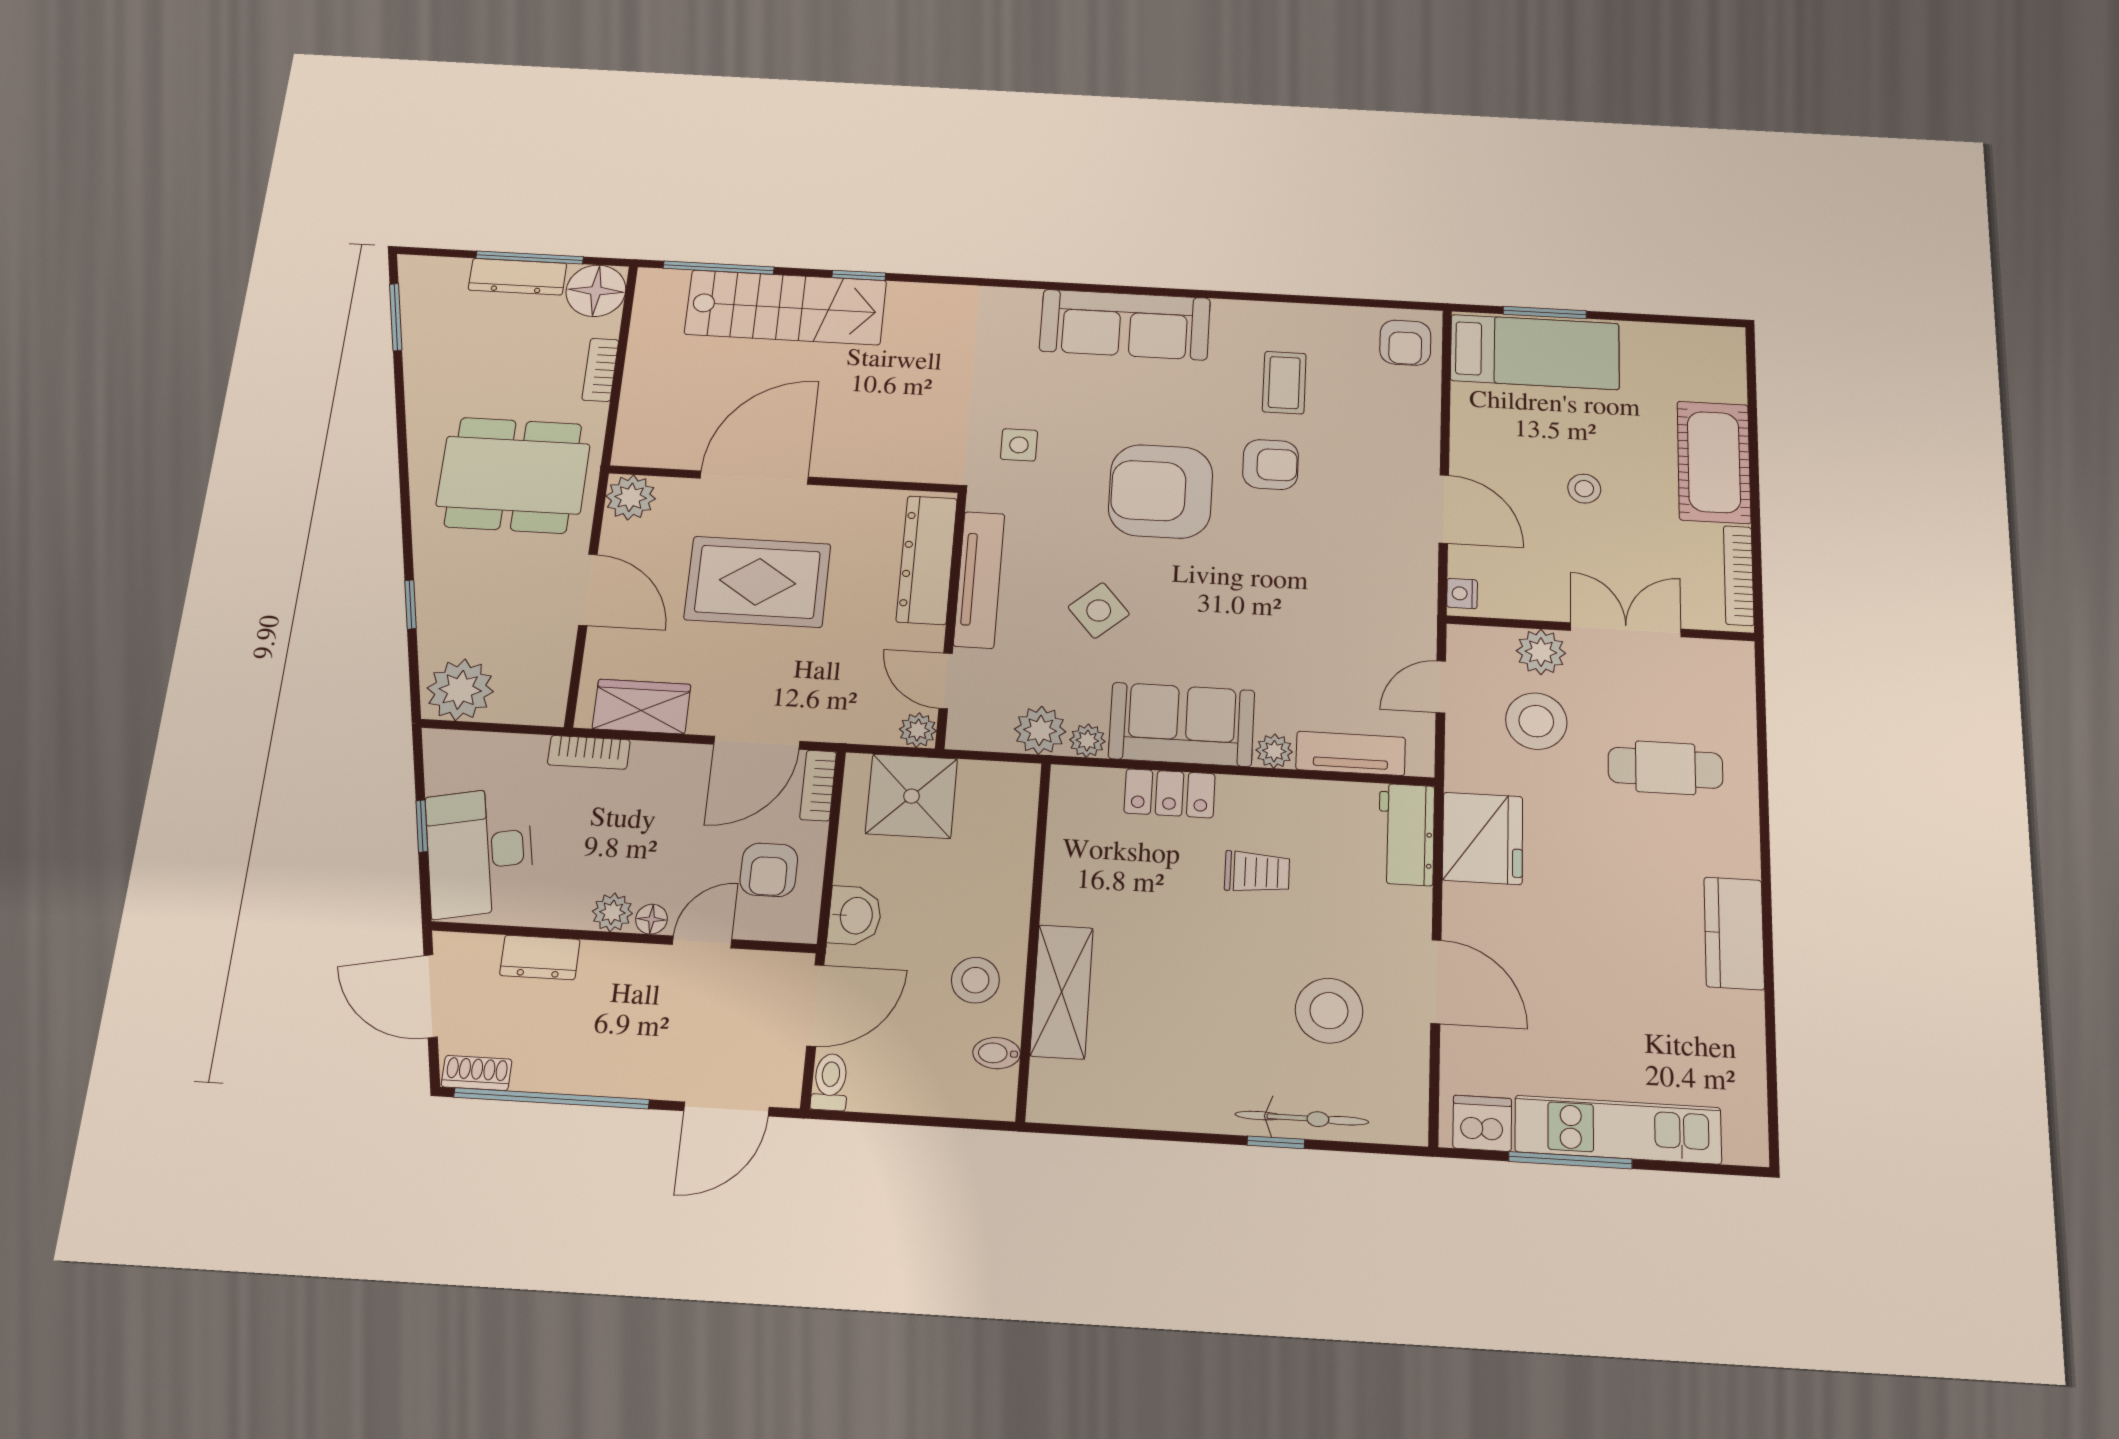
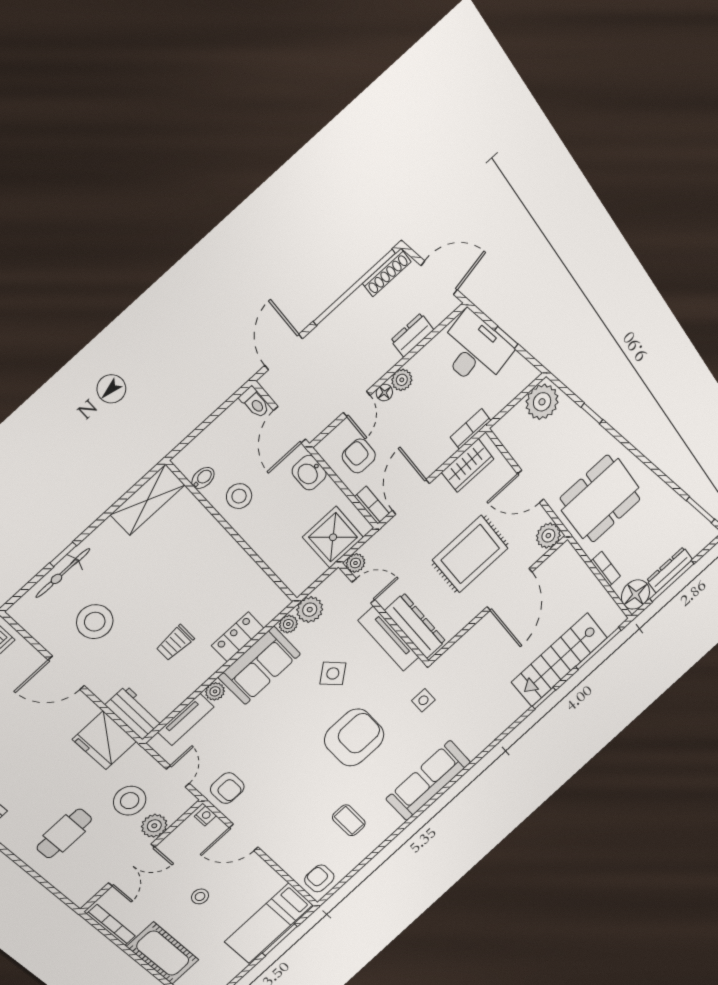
armchair: (1271, 464) -> (227, 788), moved, turned -90
shelving: (1062, 992) -> (148, 500), moved, turned 90
shoe rack: (477, 1073) -> (387, 273), width x1.43

